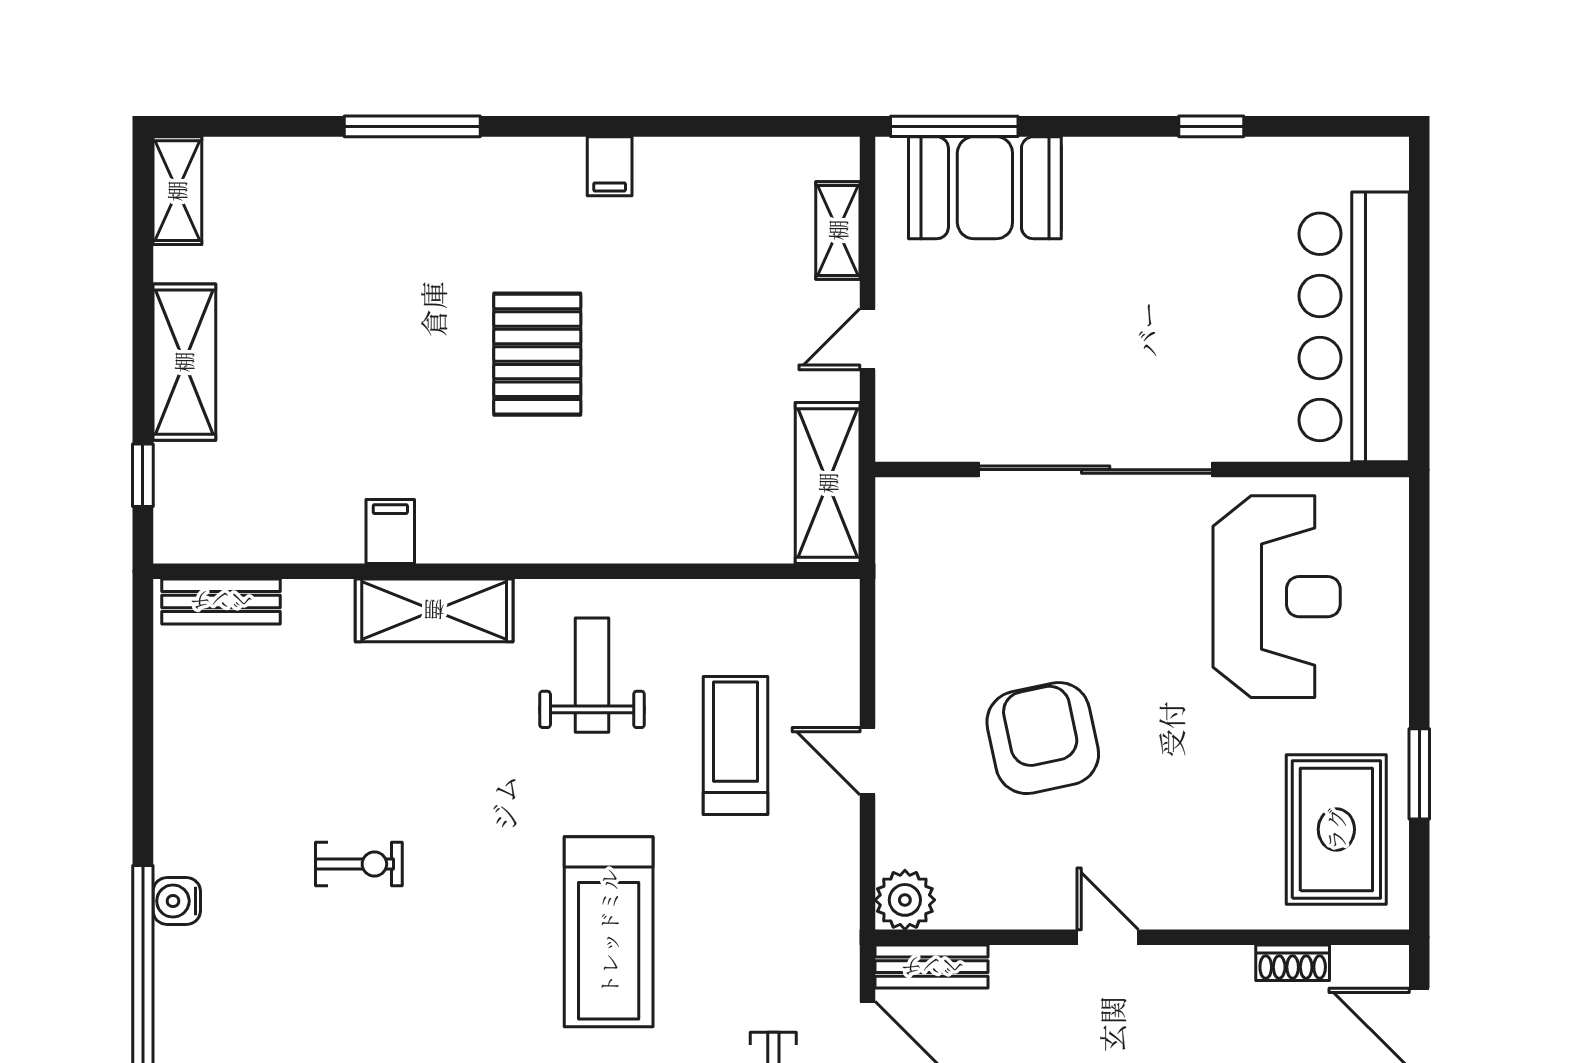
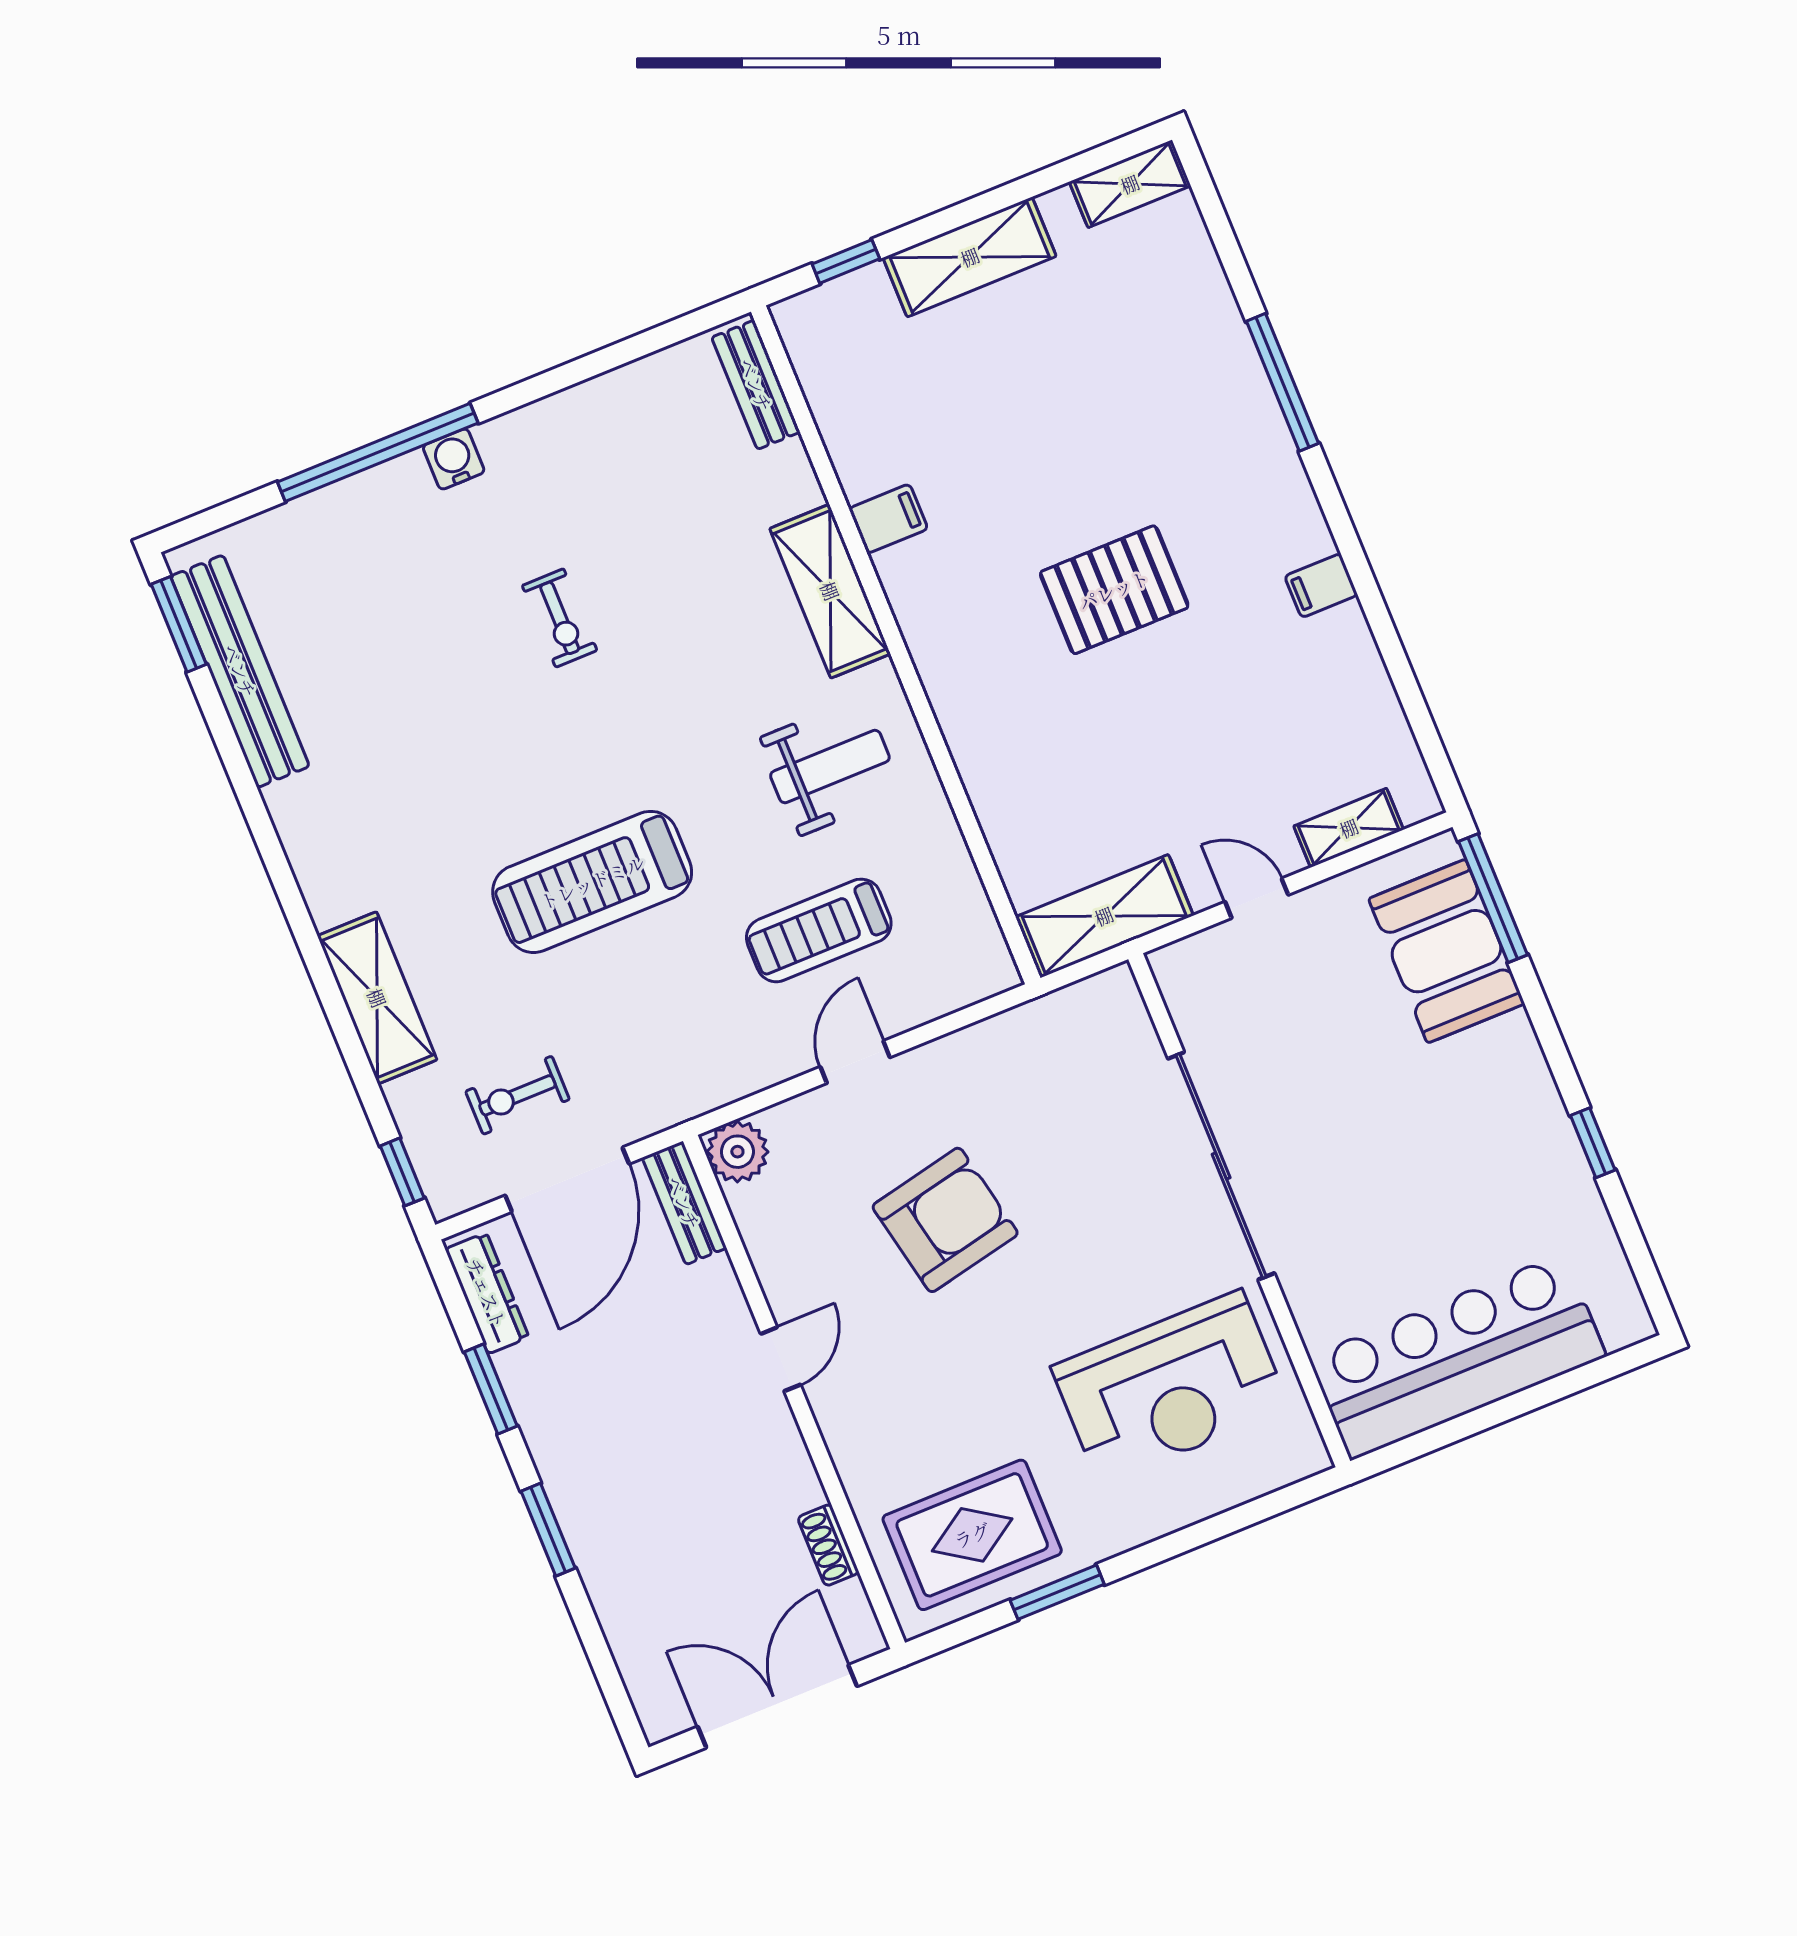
treadmill: (736, 745) -> (819, 930), turned 180

